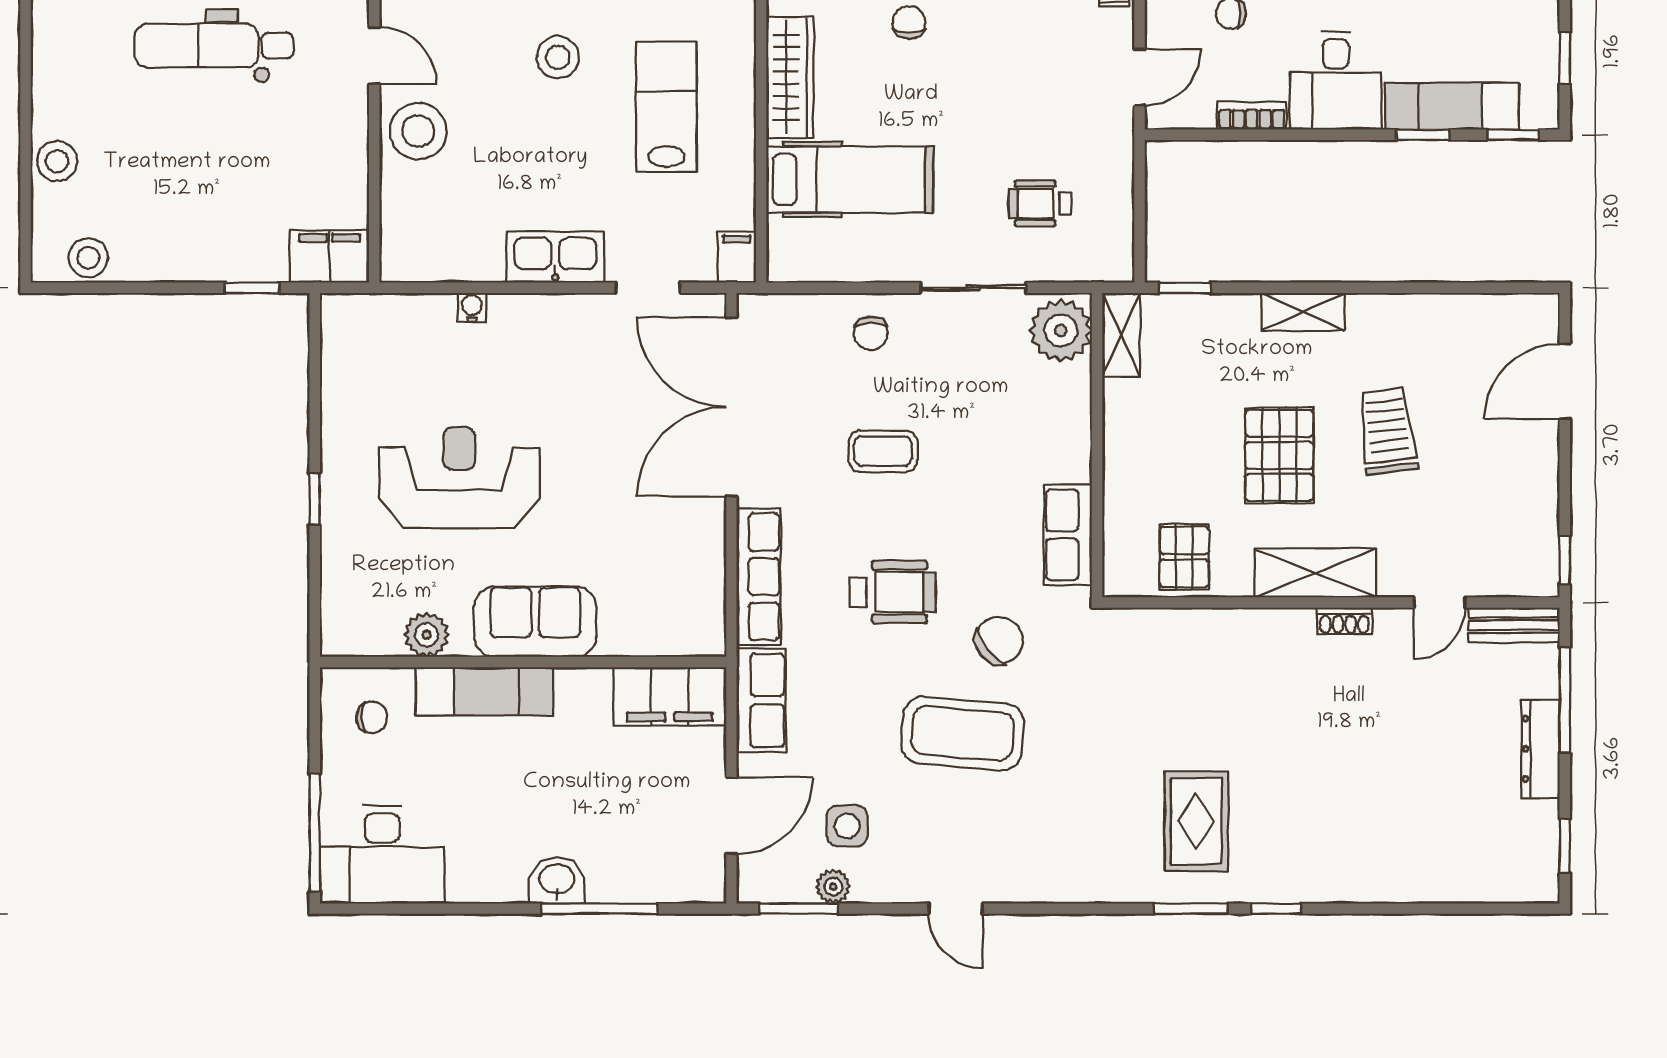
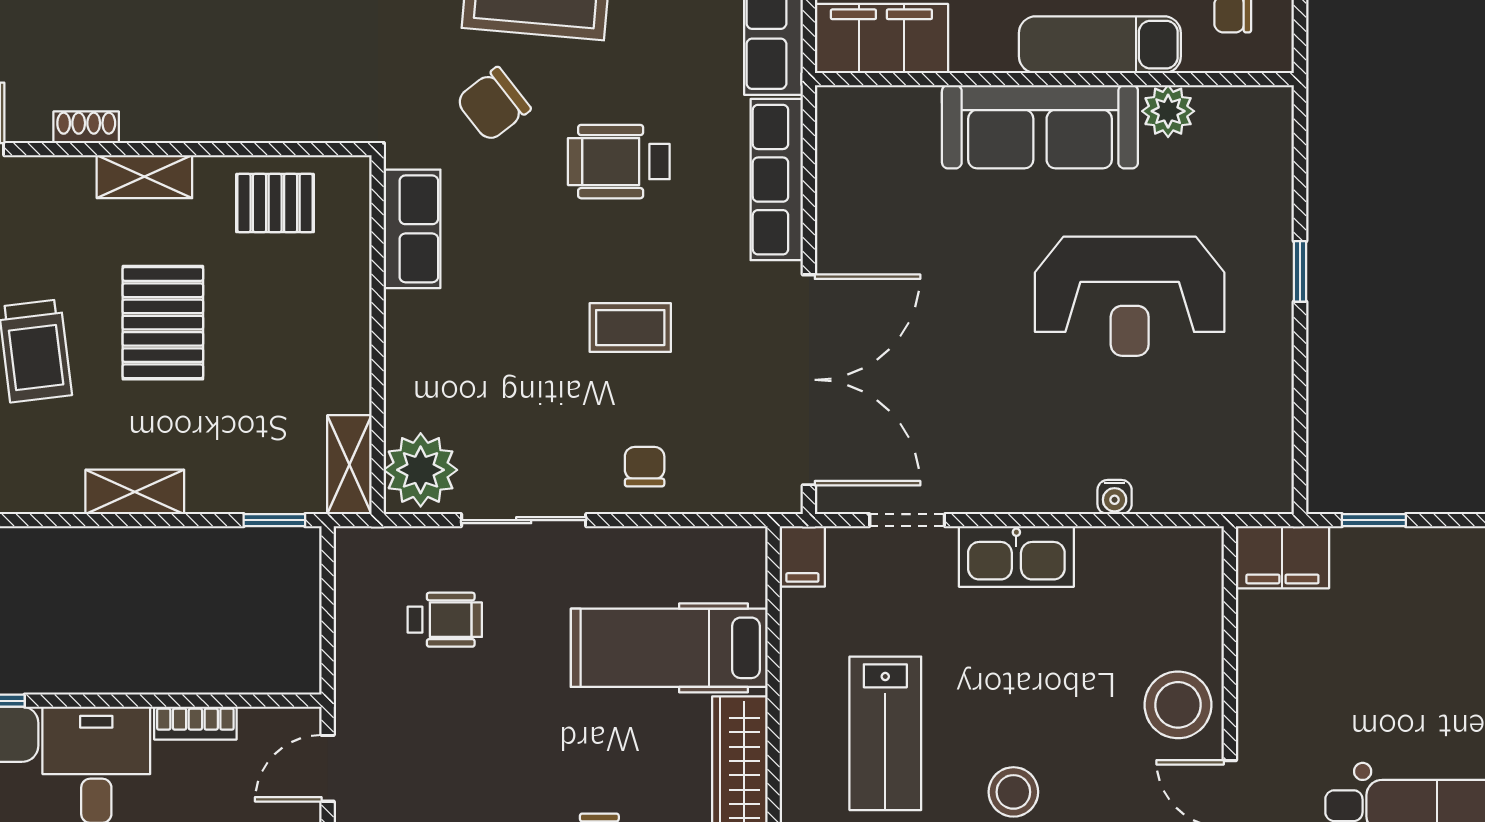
pallet: (1184, 557) -> (275, 203), turned 90
shelving: (1315, 573) -> (144, 177), width x0.67, depth x0.75
sofa: (535, 622) -> (1040, 127), width x1.36

